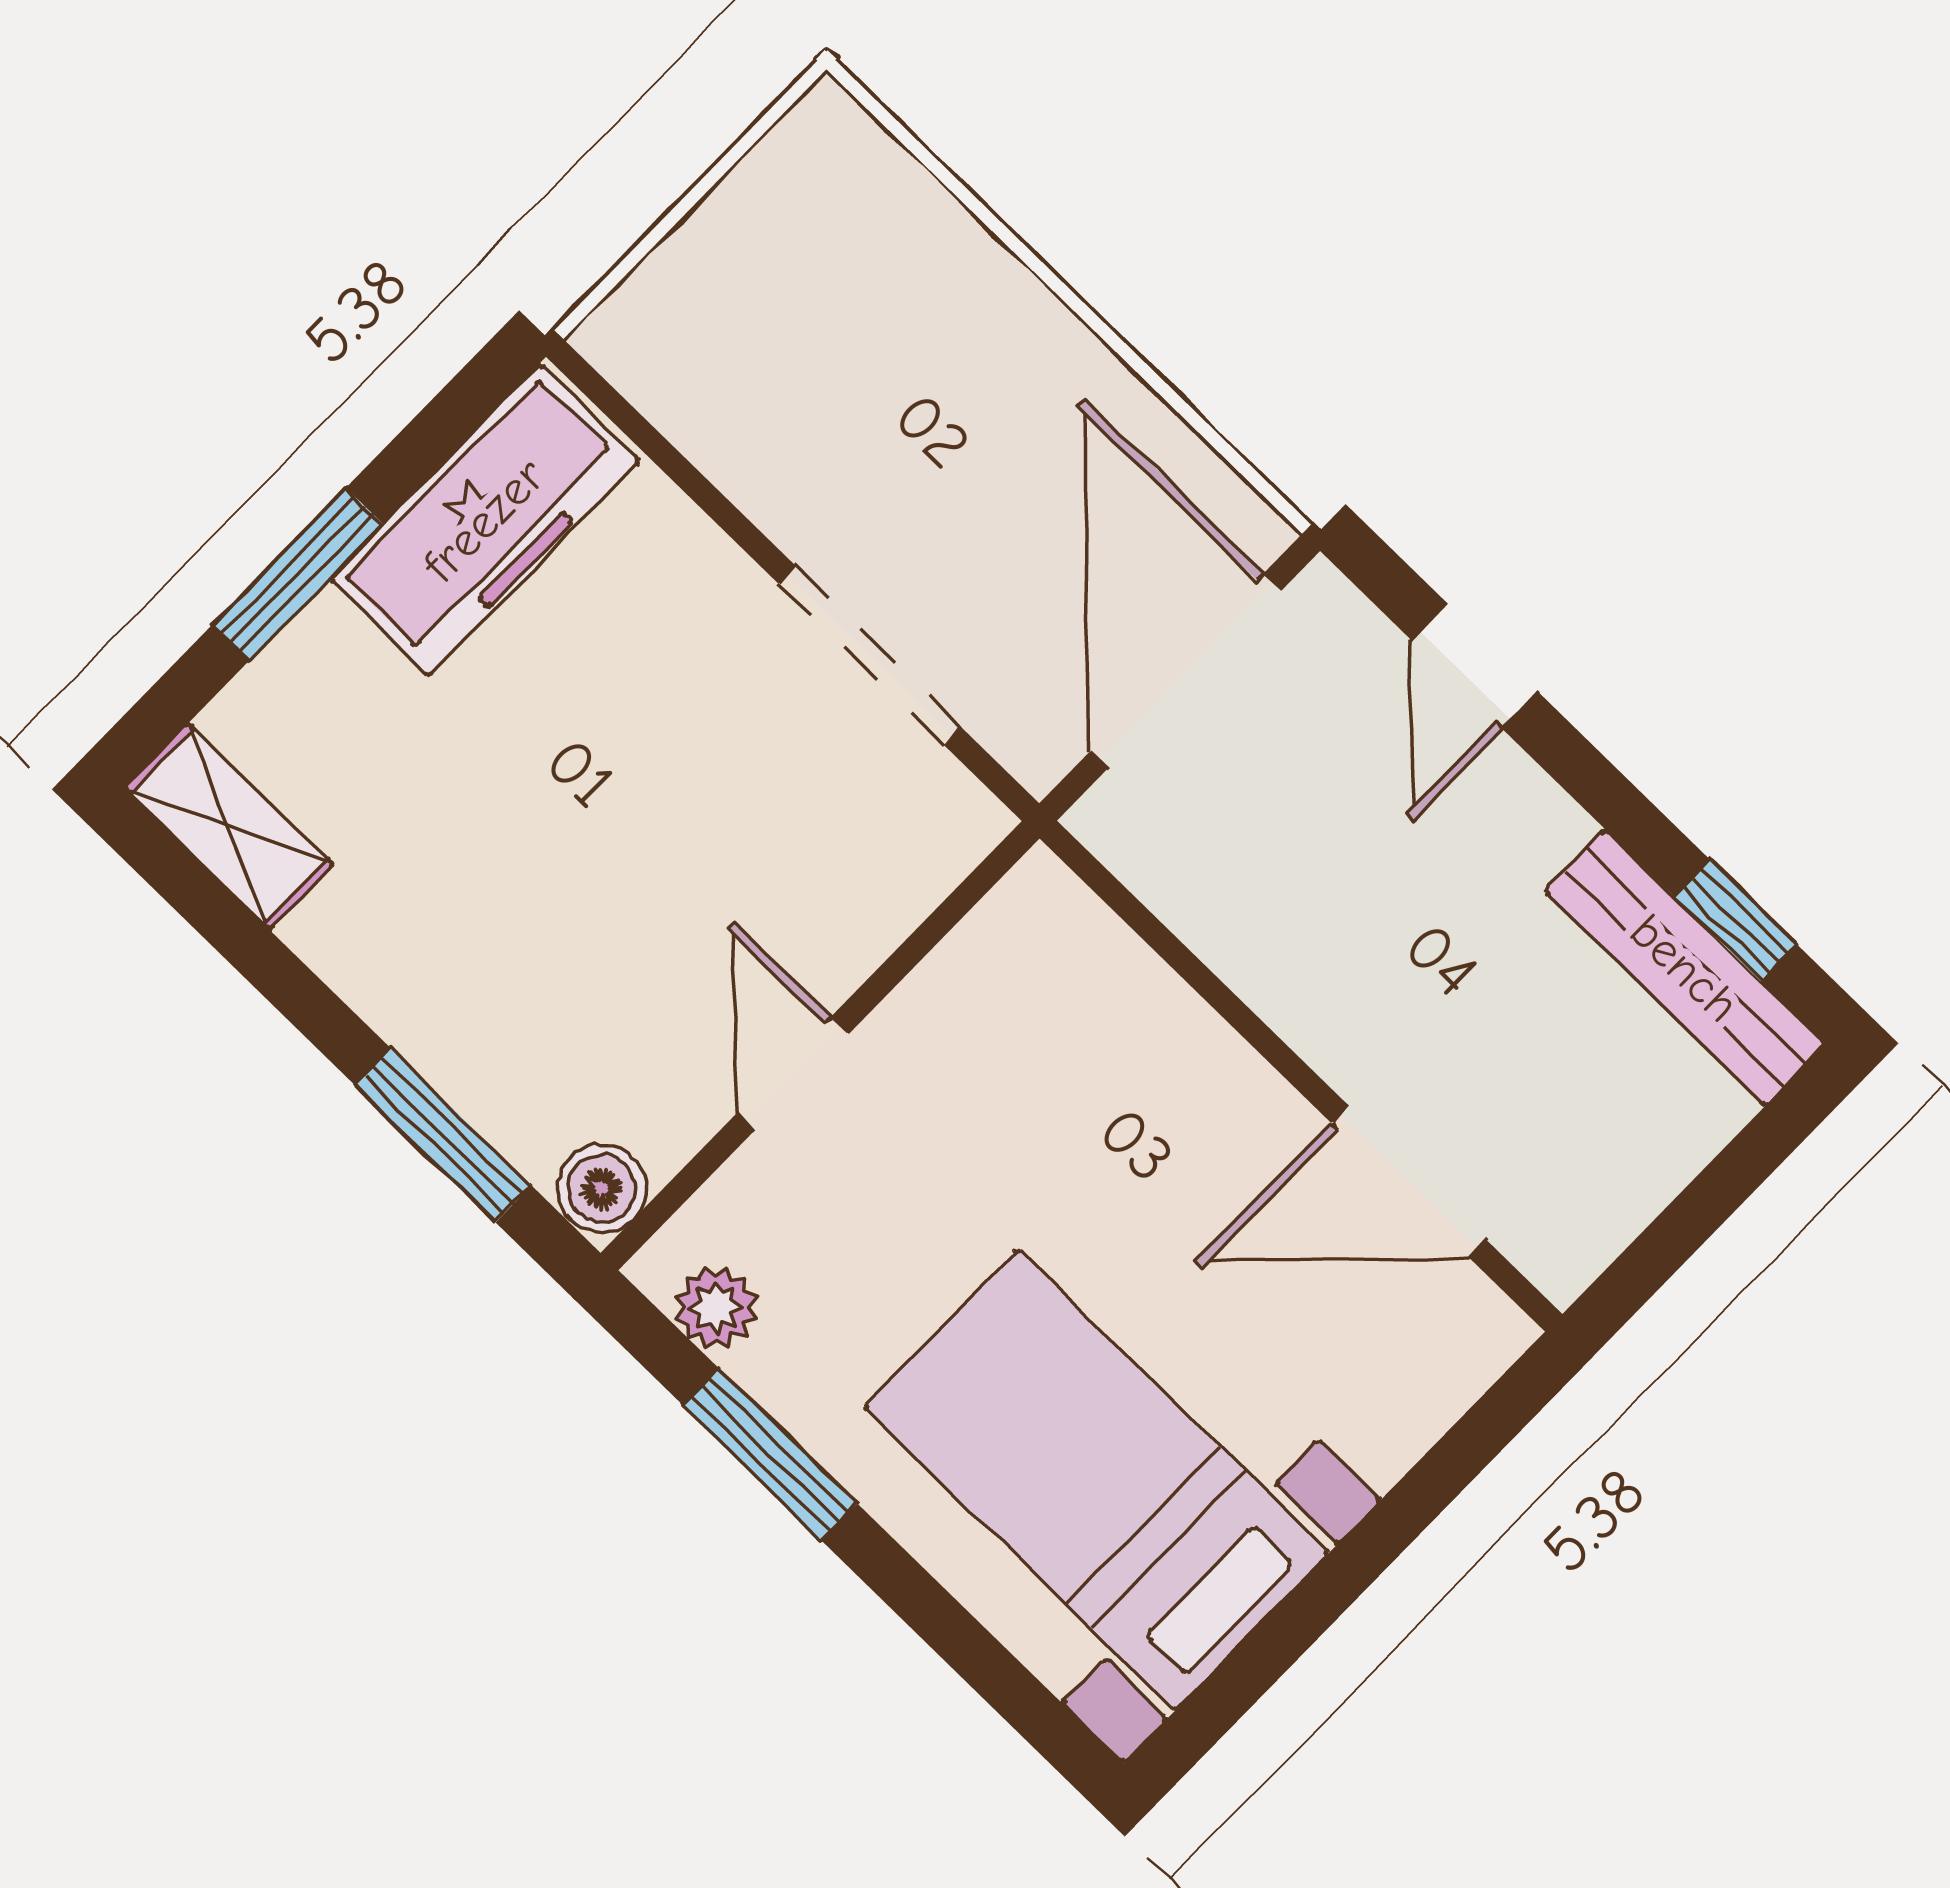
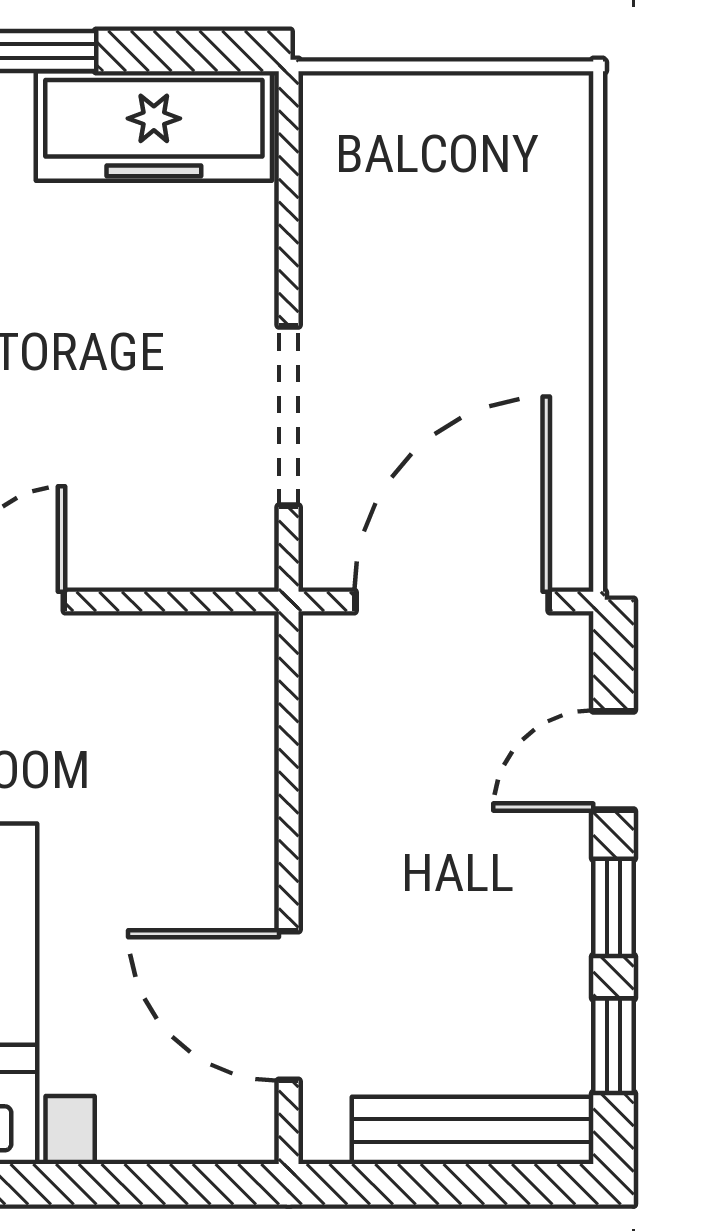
window: (1609, 797) -> (613, 907), added
bench: (1685, 968) -> (473, 1130), moved, turned 90

